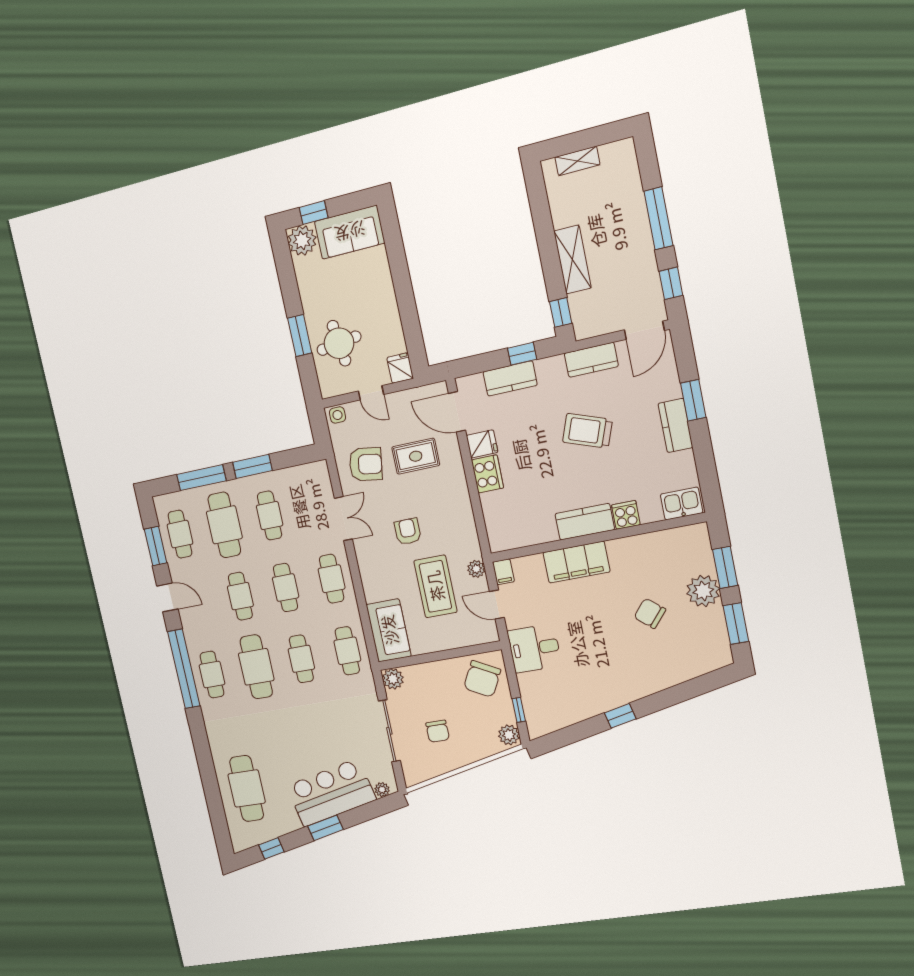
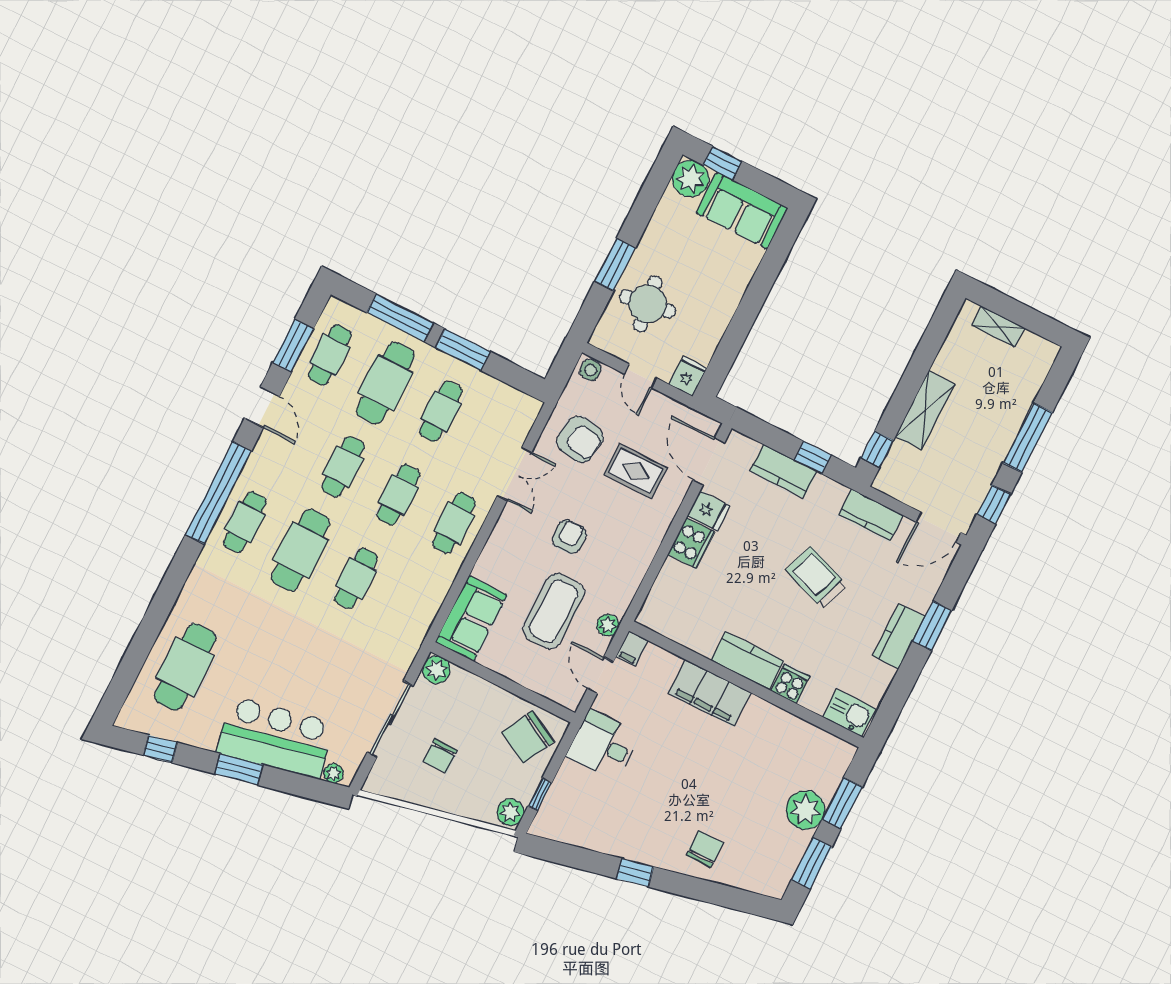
chair: (650, 613) -> (705, 849), moved, turned 50
cafe table: (347, 651) -> (412, 607), removed

